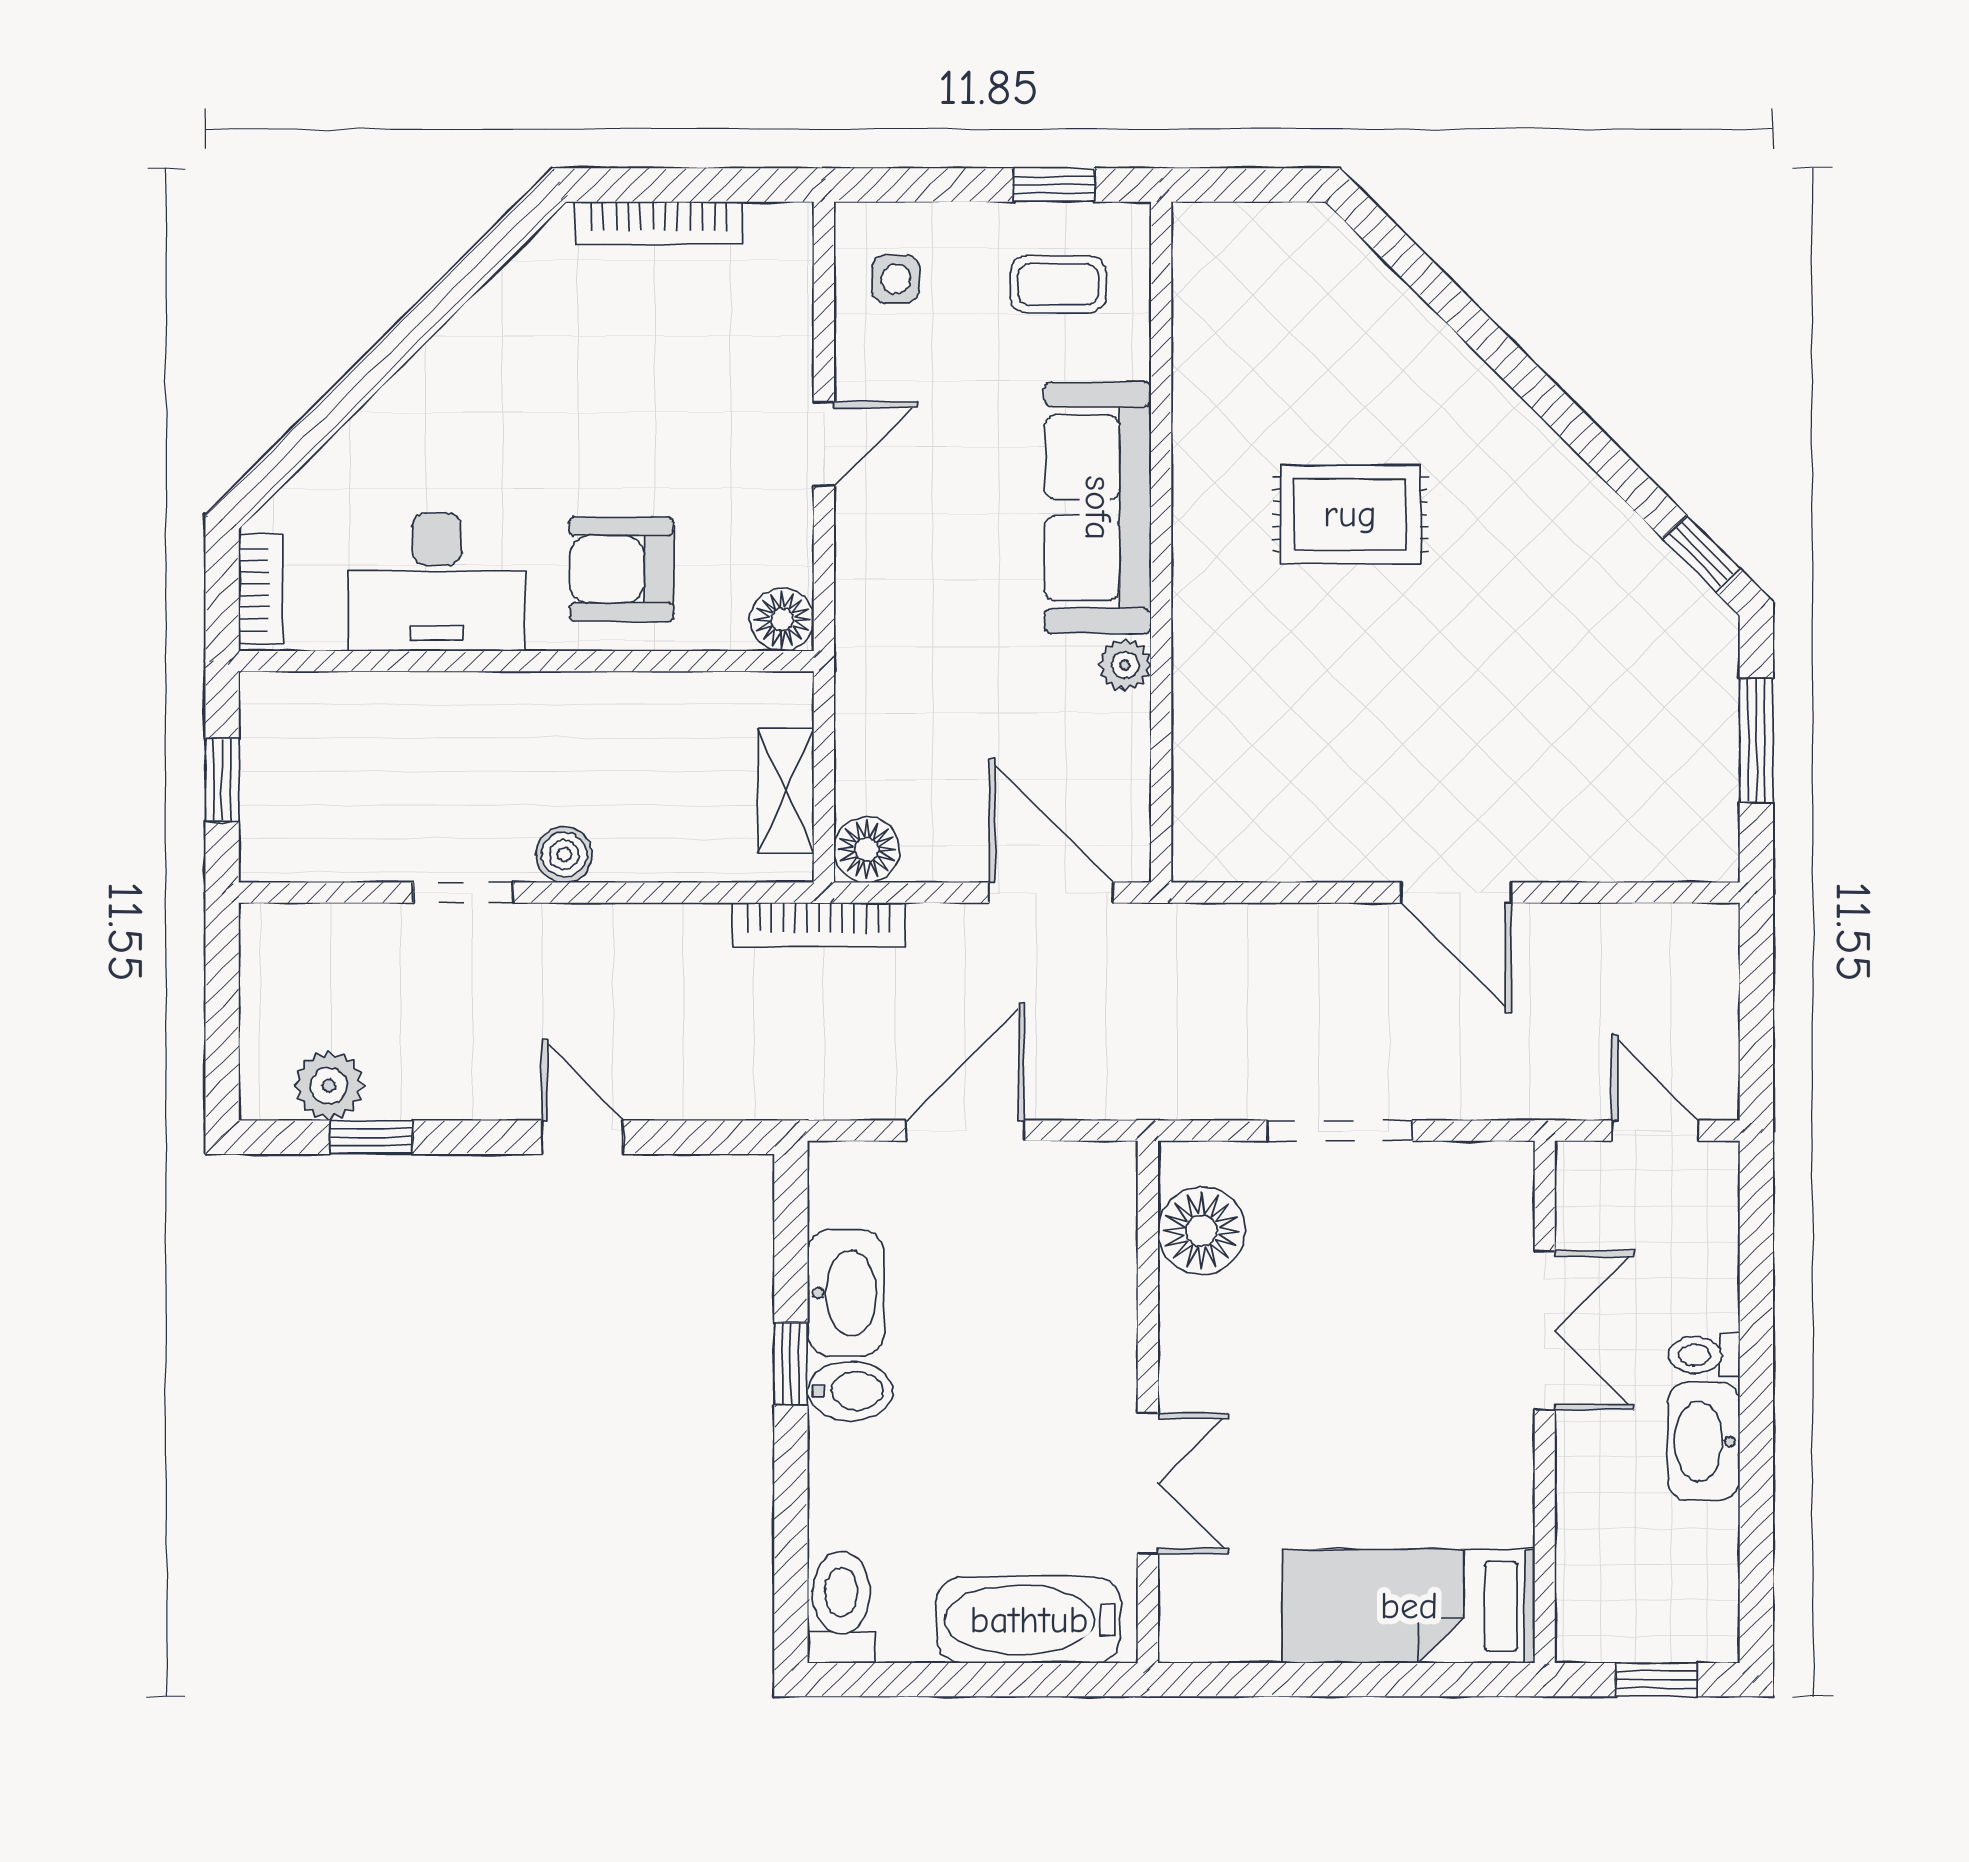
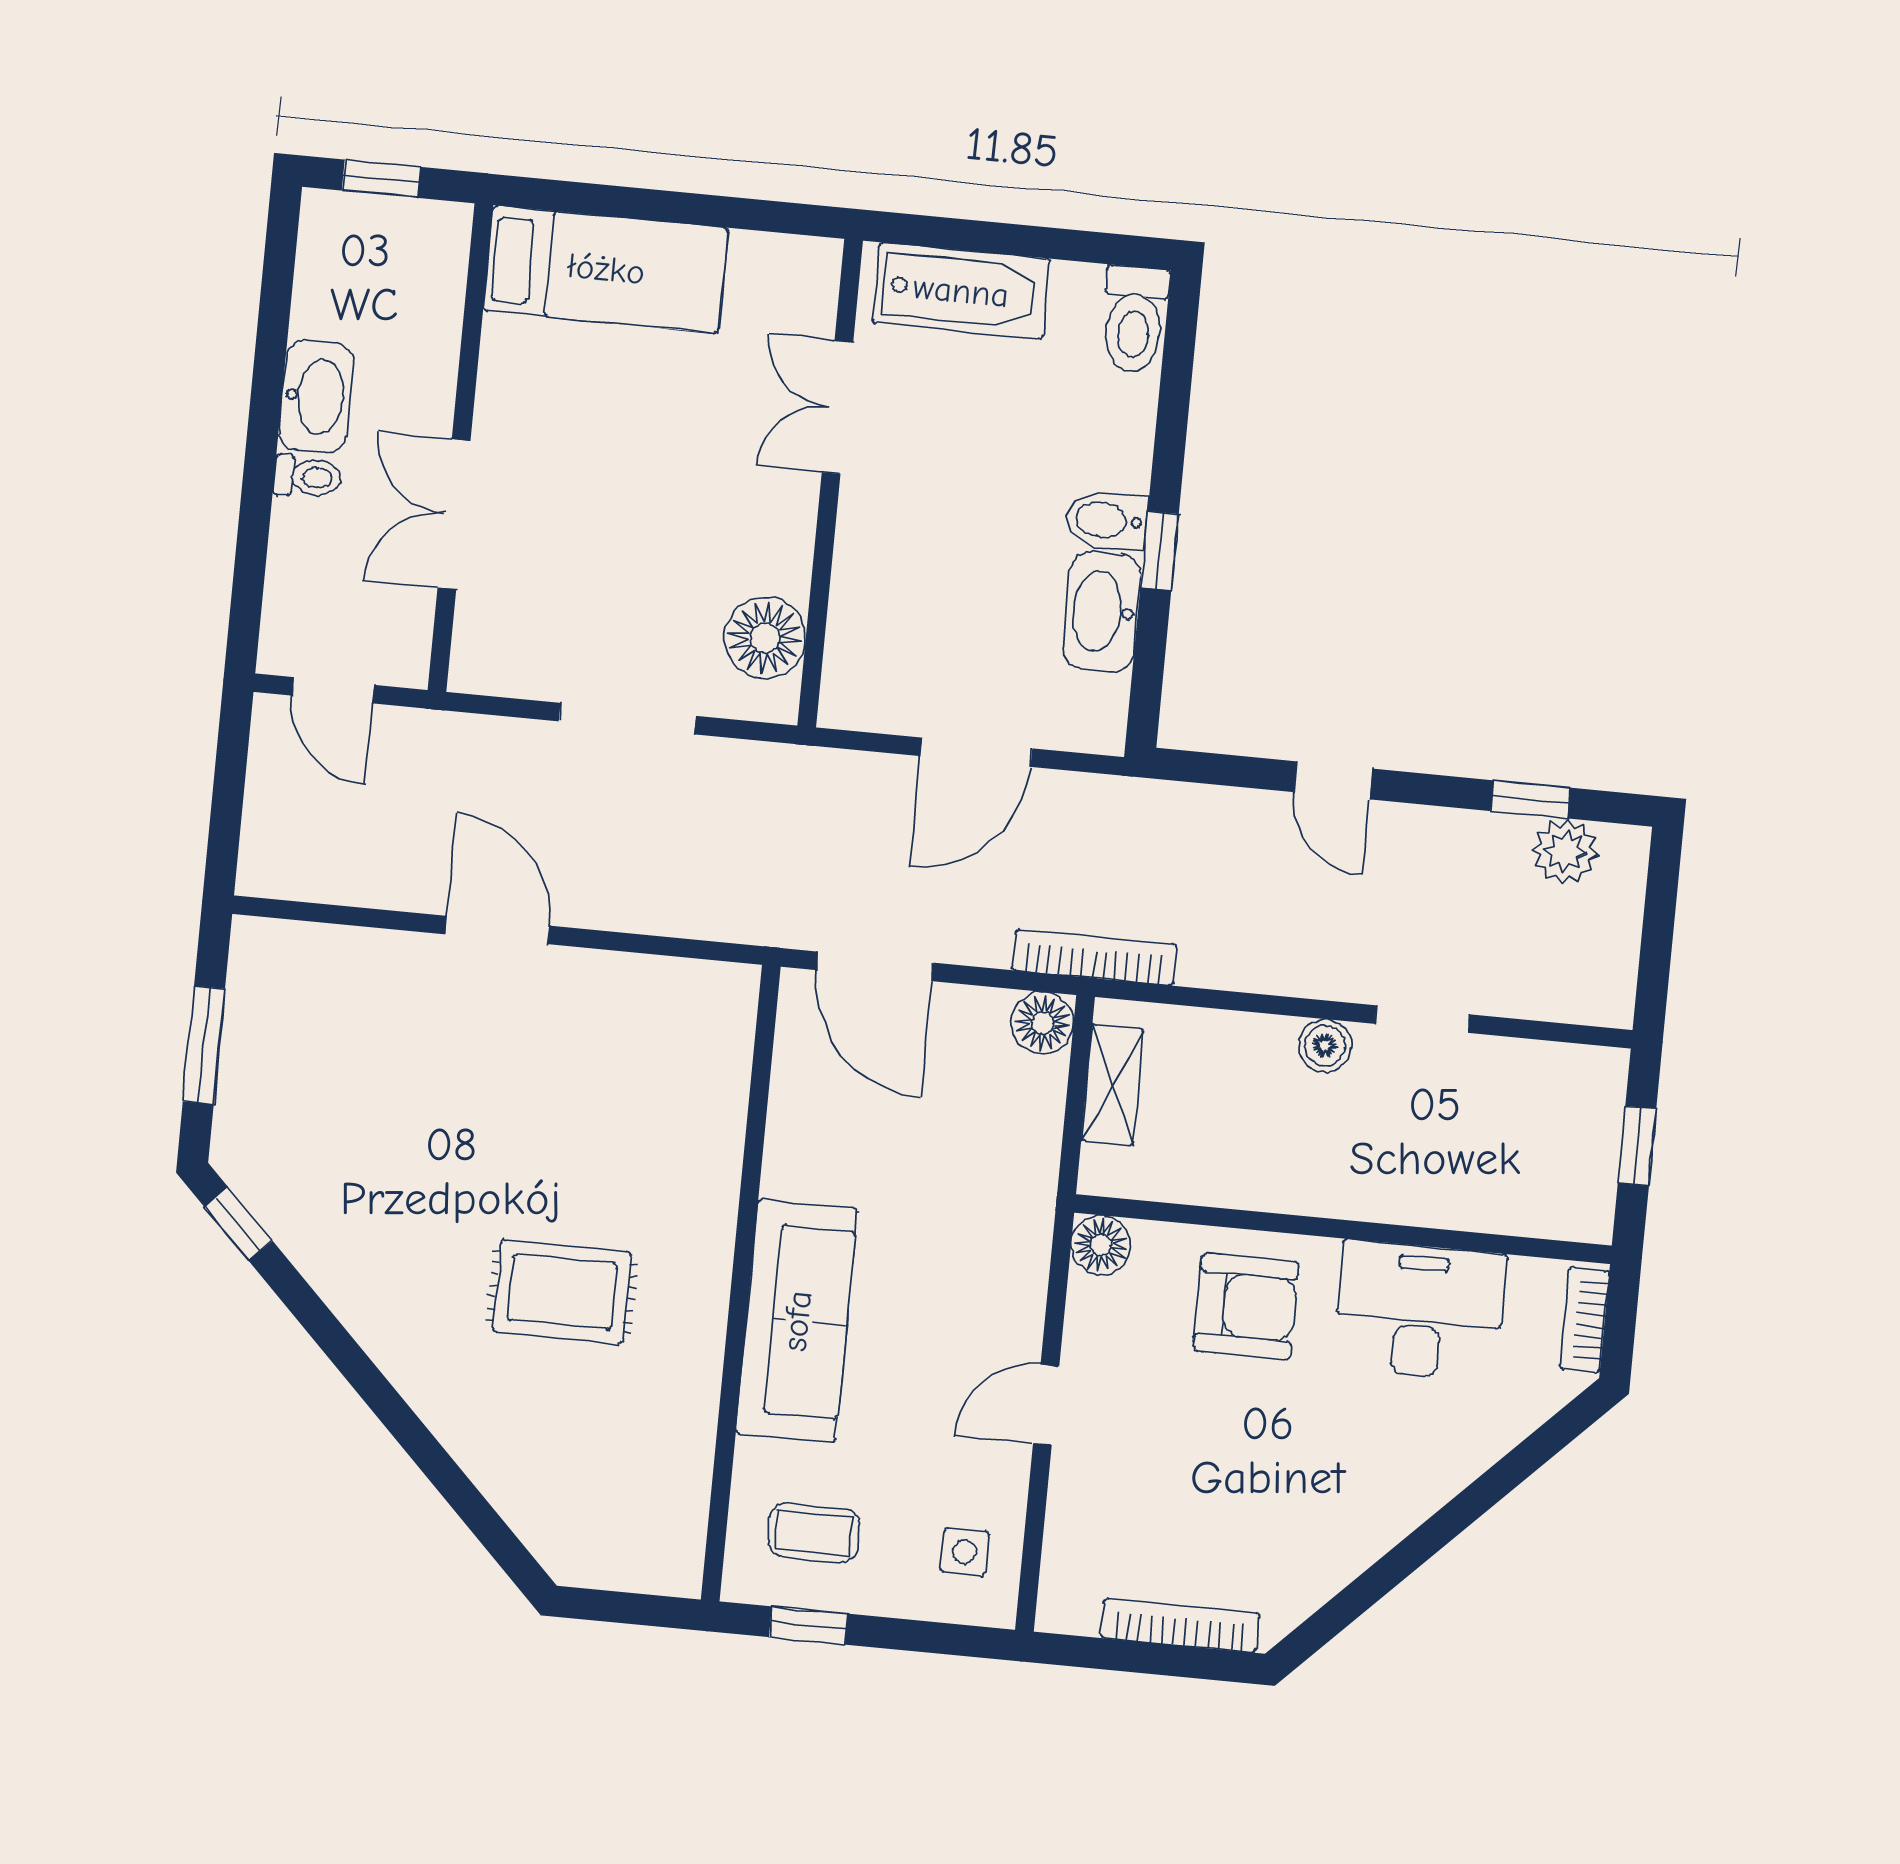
plant: (1125, 665) -> (785, 1172), removed

